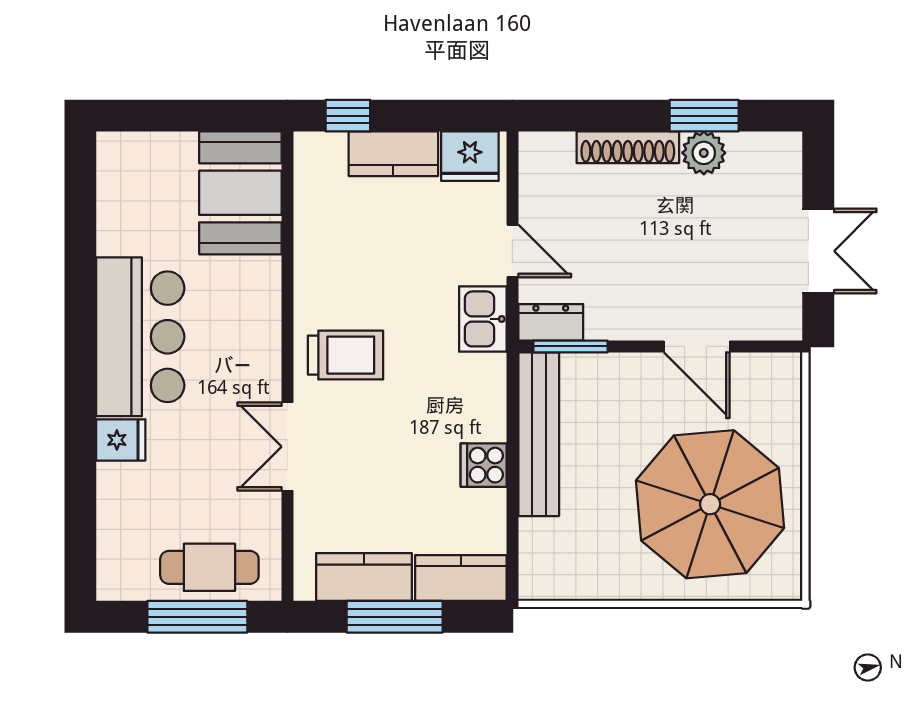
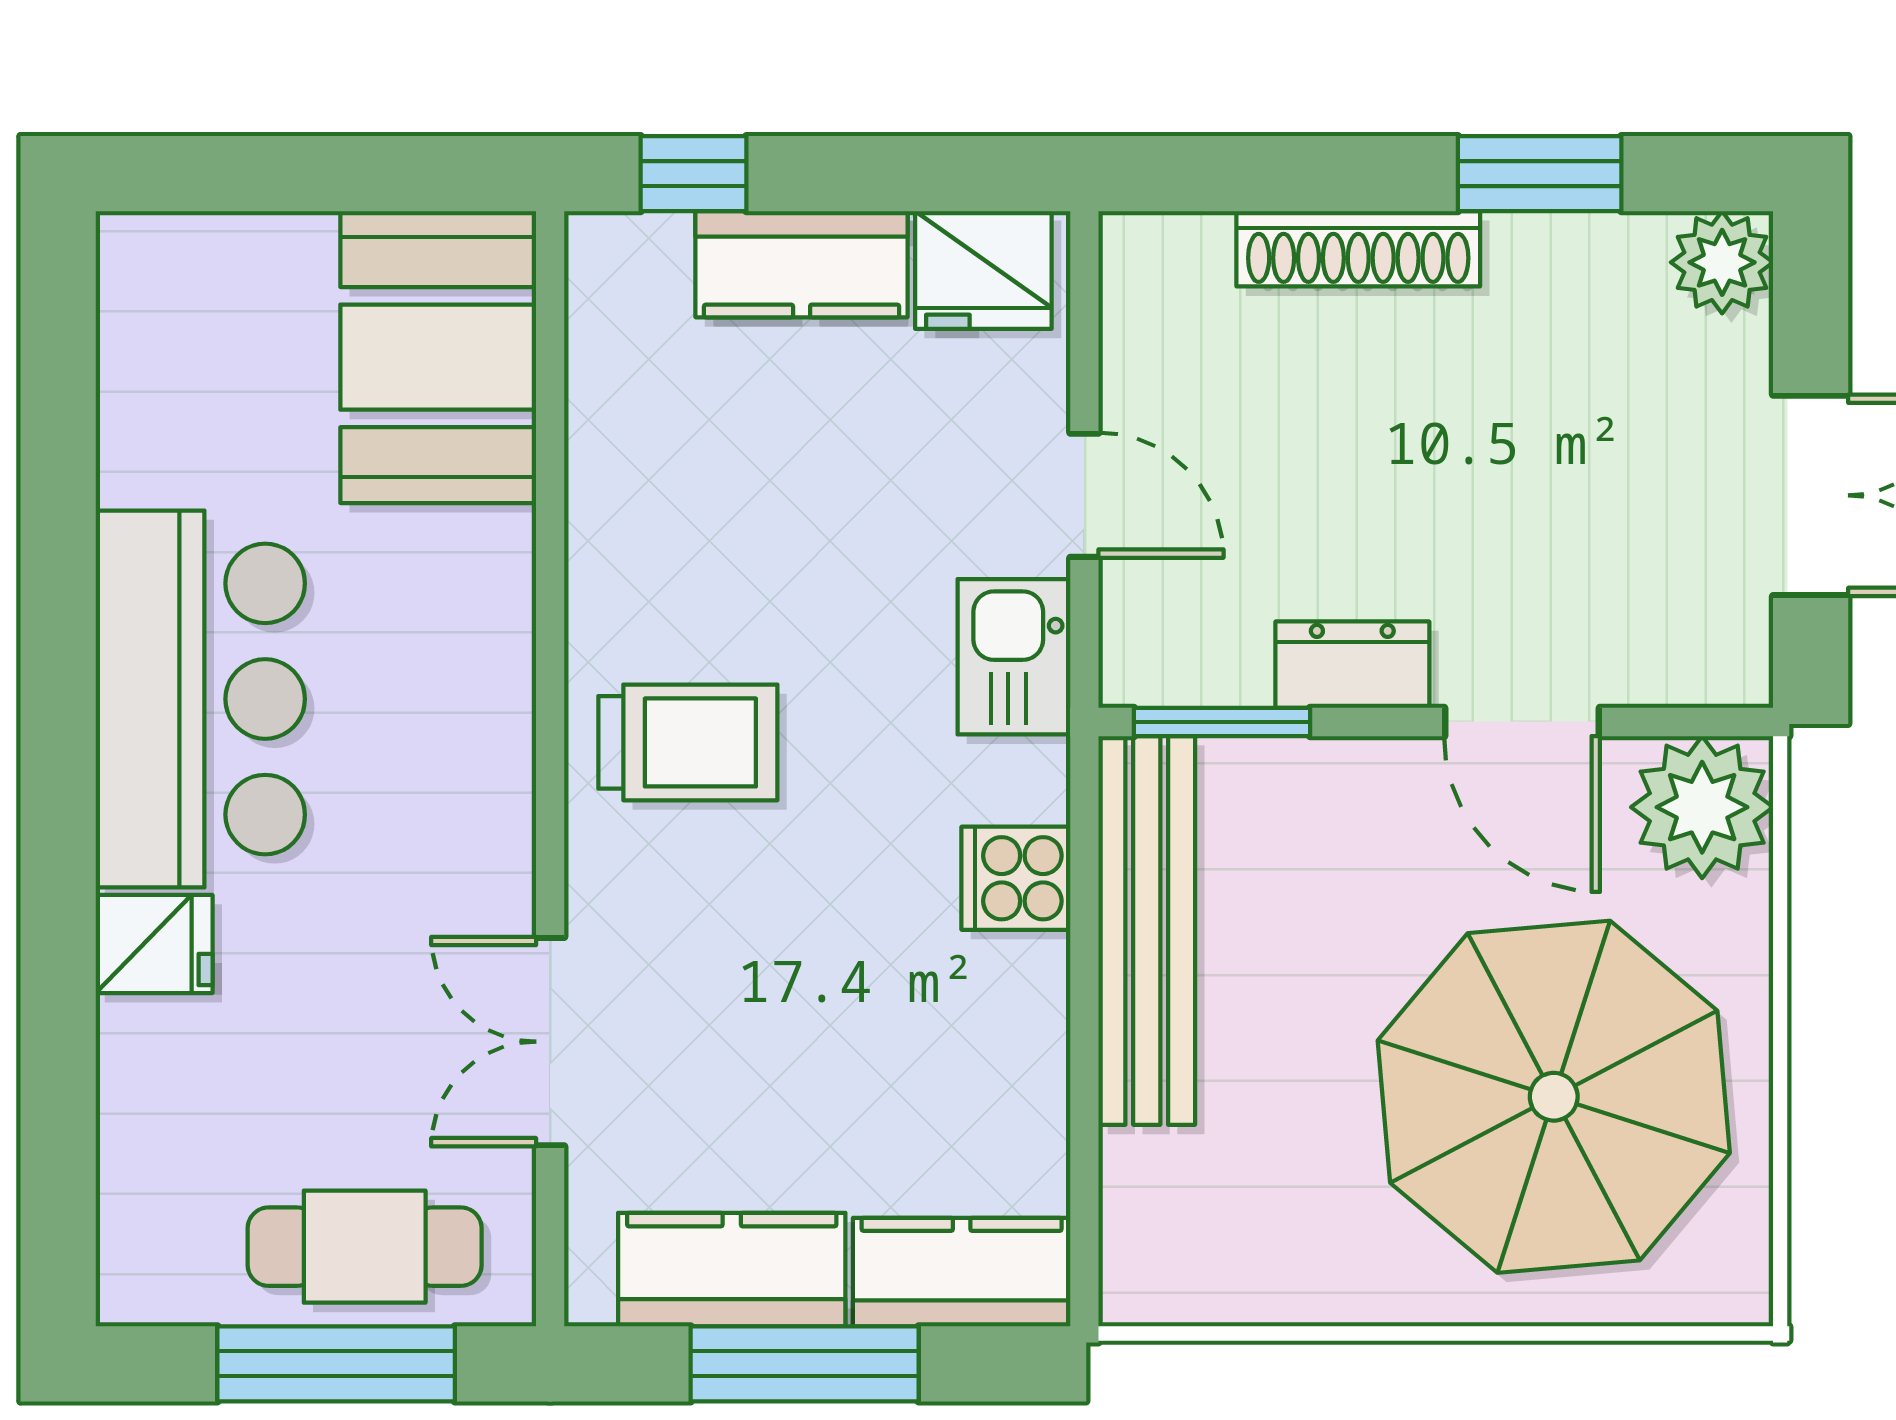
plant: (704, 153) -> (1722, 262), moved
dresser: (551, 322) -> (1352, 665), moved
plant: (773, 382) -> (1702, 807), added
double door: (288, 447) -> (550, 1042), moved
cooker: (484, 465) -> (1016, 878), moved

